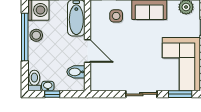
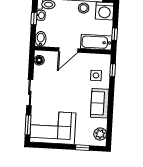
bidet: (76, 72) -> (41, 39), moved
floor lamp: (102, 85) -> (39, 60), added

